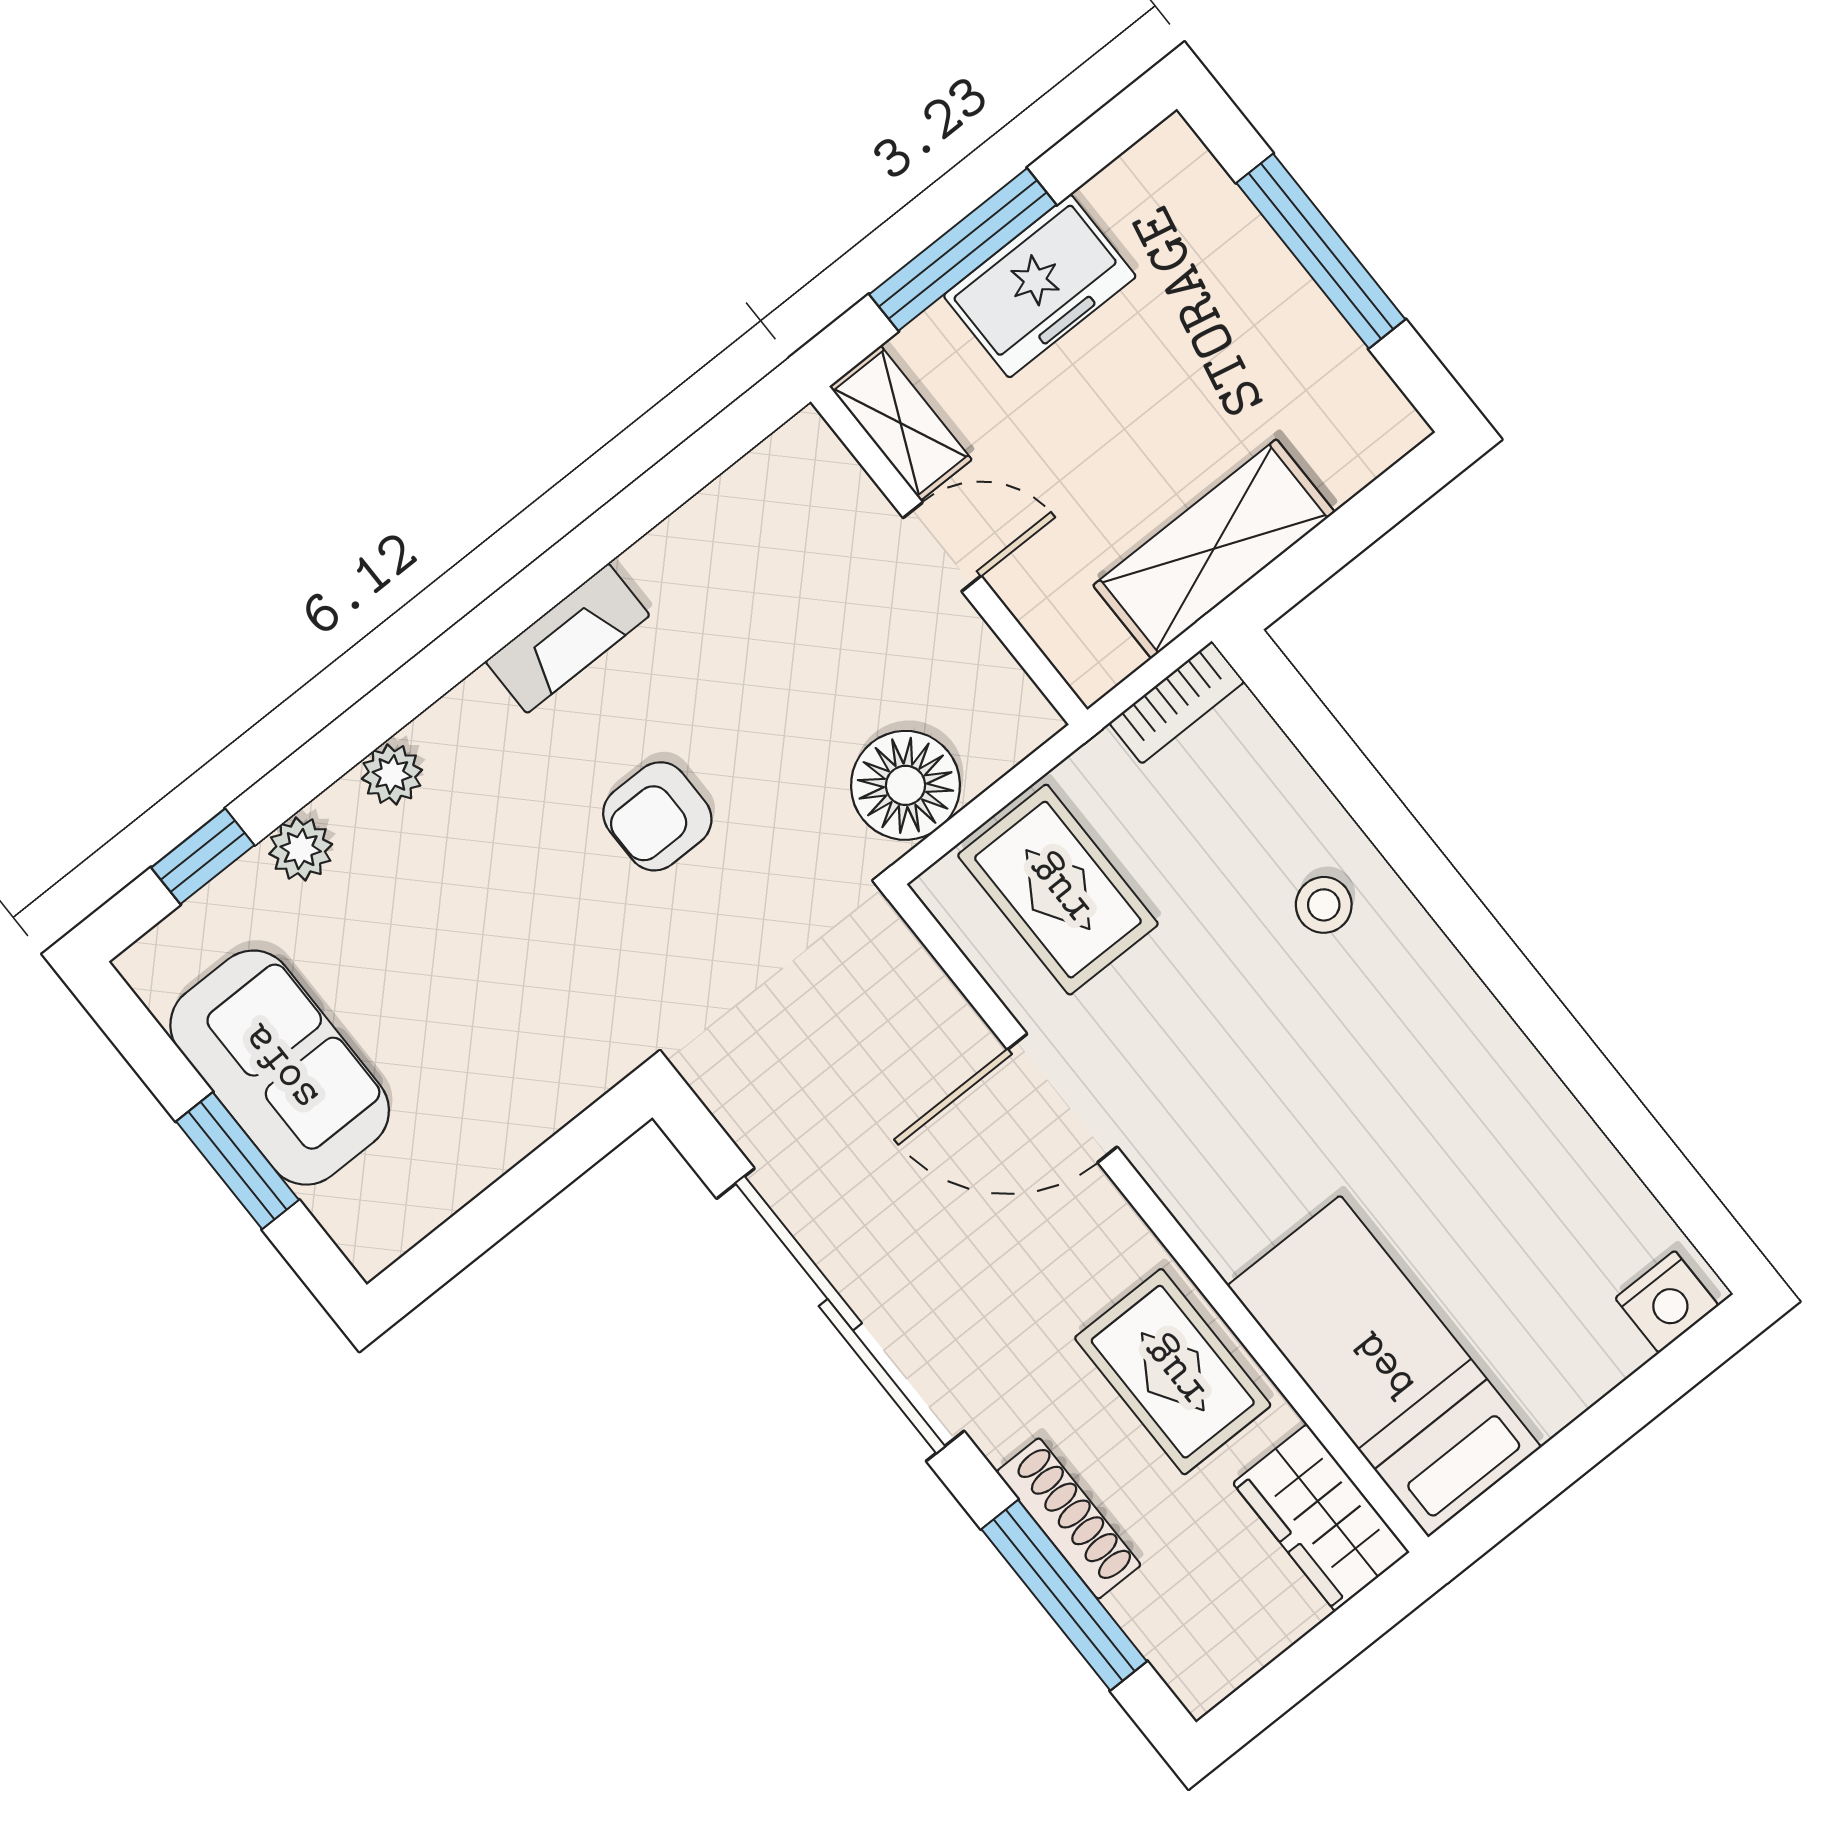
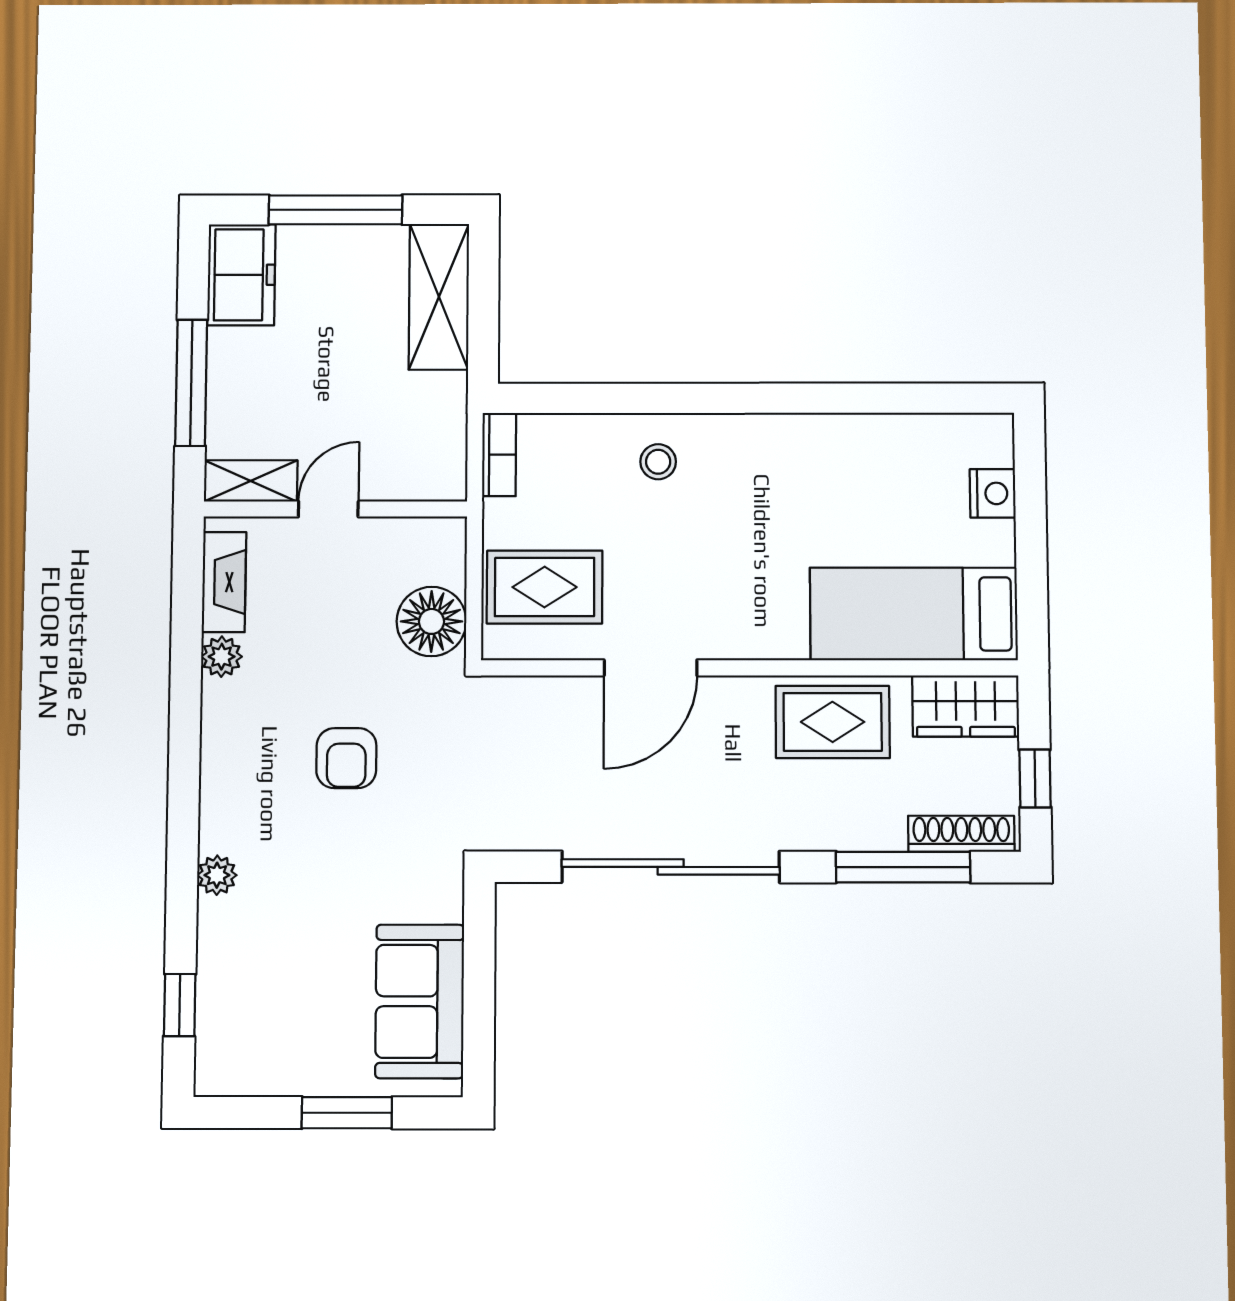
freezer: (1040, 286) -> (241, 275), moved
shelving: (1214, 549) -> (439, 297), moved
fireplace: (567, 638) -> (224, 582), moved
plant: (301, 849) -> (222, 657), moved
sofa: (280, 1068) -> (420, 1001), moved, turned -90
nightstand: (1667, 1302) -> (993, 493), moved
shoe rack: (1069, 1518) -> (961, 834), moved
window: (1299, 1670) -> (1035, 778), added

